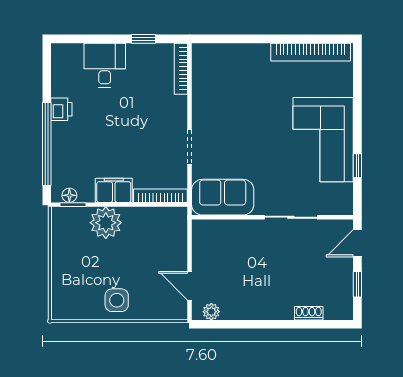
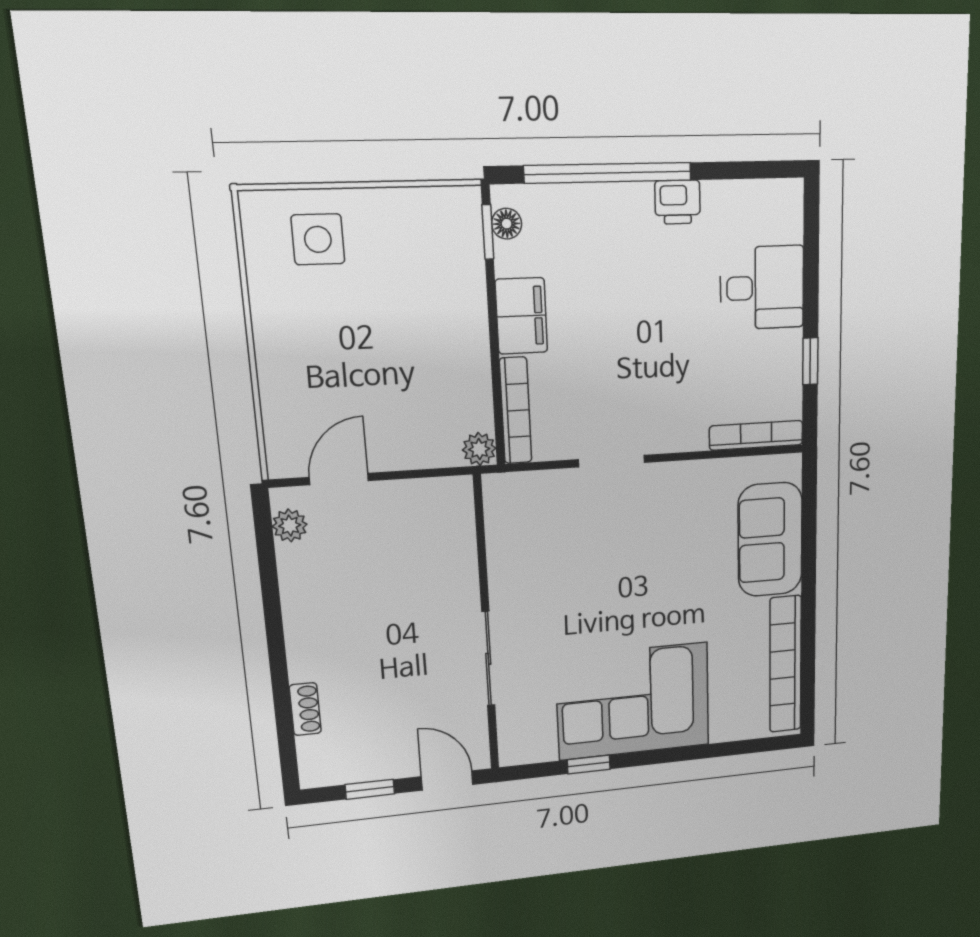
sofa: (223, 197) -> (770, 540), moved, turned 180
plant: (106, 223) -> (479, 449), moved, width x0.53, depth x0.53
side table: (117, 300) -> (318, 239), moved

